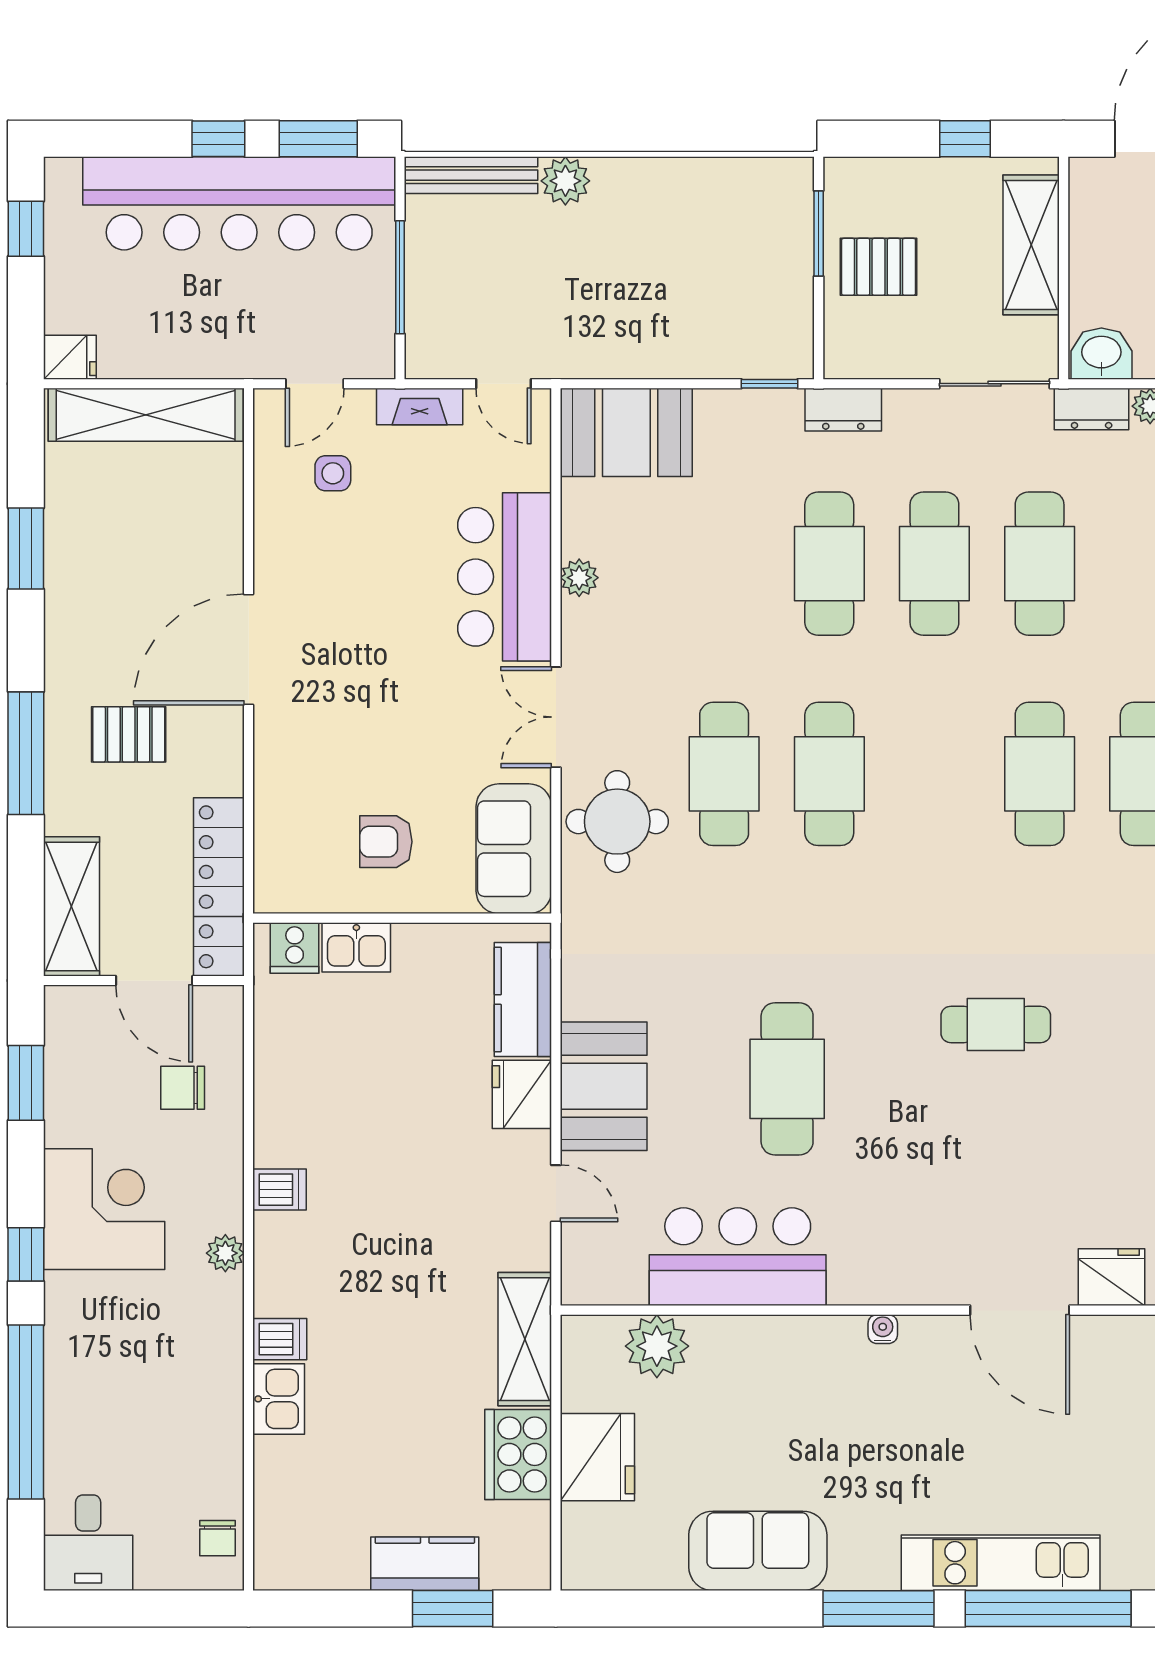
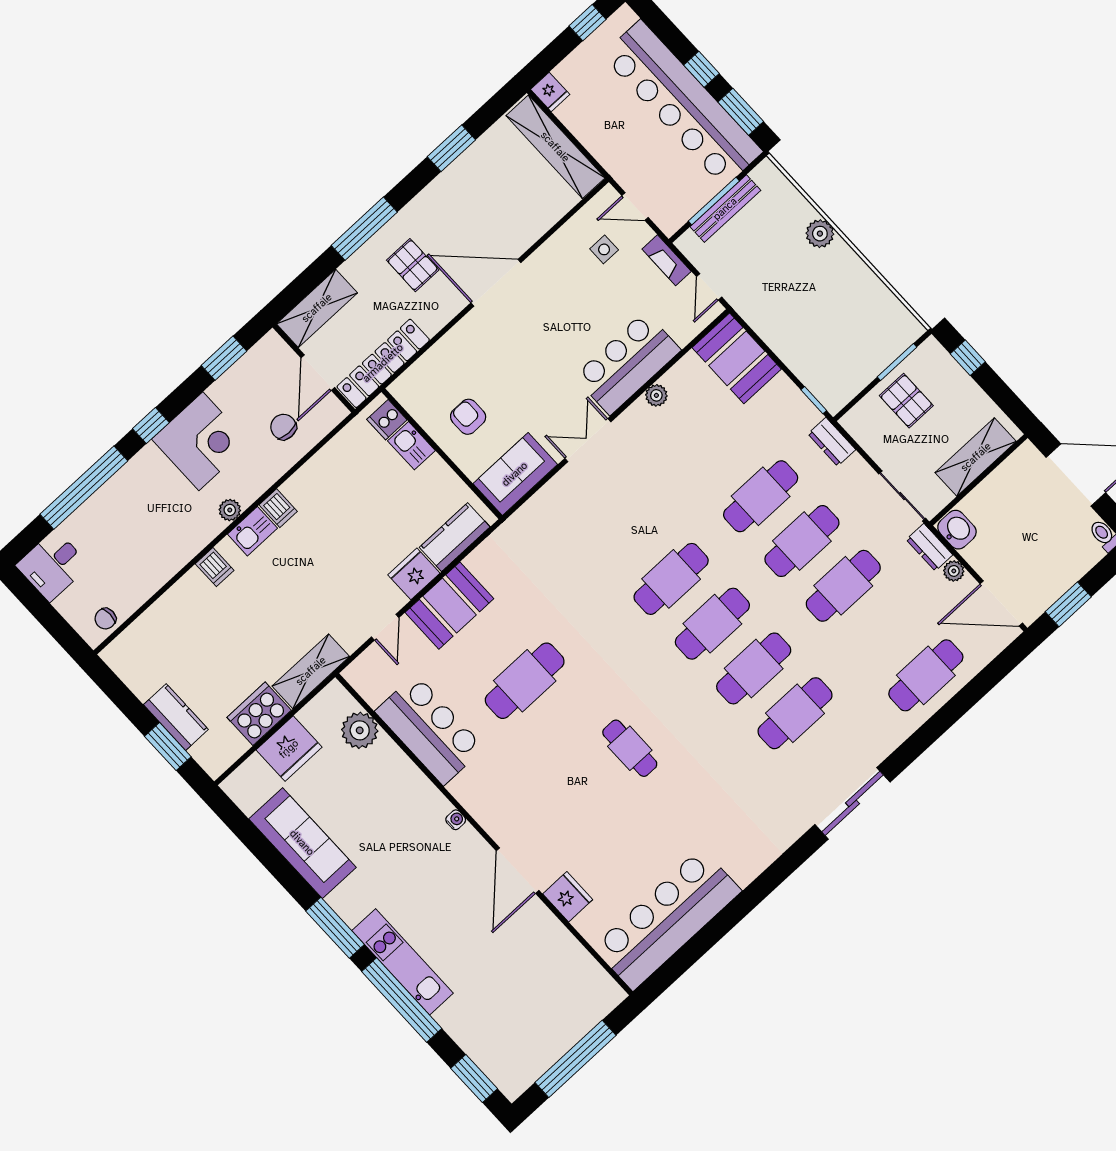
window: (965, 139) -> (968, 358), moved
bench: (471, 175) -> (725, 209), moved, turned 90
cafe table: (724, 774) -> (712, 624), moved
round table: (617, 822) -> (567, 507), removed
kitchen sink: (279, 1399) -> (252, 531), moved
sofa: (758, 1551) -> (302, 843), width x1.36

